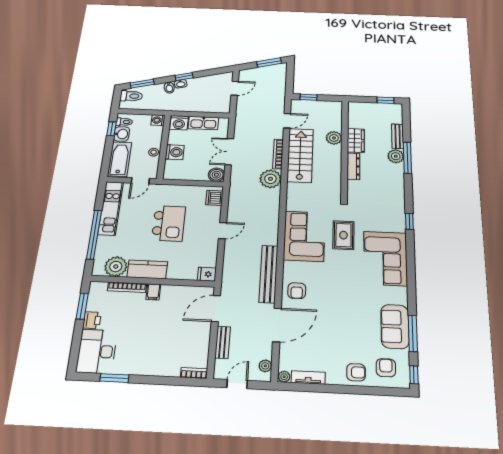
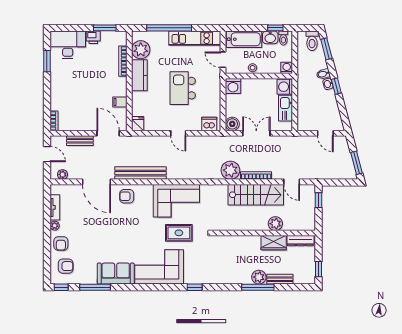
washing machine: (175, 152) -> (233, 86), moved
dresser: (353, 166) -> (300, 241), moved
kitchen island: (169, 223) -> (183, 88), turned 90
filing cabinet: (153, 292) -> (120, 102), moved
sofa: (395, 326) -> (116, 274), moved
plant: (284, 377) -> (55, 226), moved

